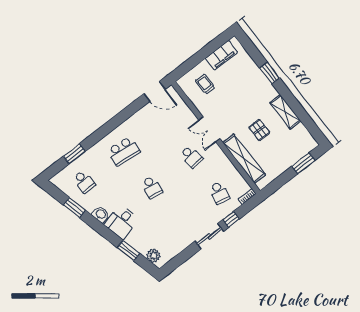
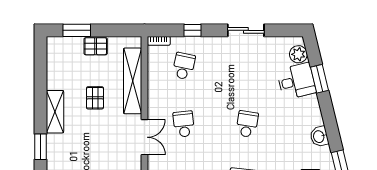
shelving: (285, 112) -> (55, 112), moved
pallet: (284, 163) -> (96, 46), added
desk: (121, 222) -> (296, 81), moved
sliding door: (209, 236) -> (246, 30), moved

